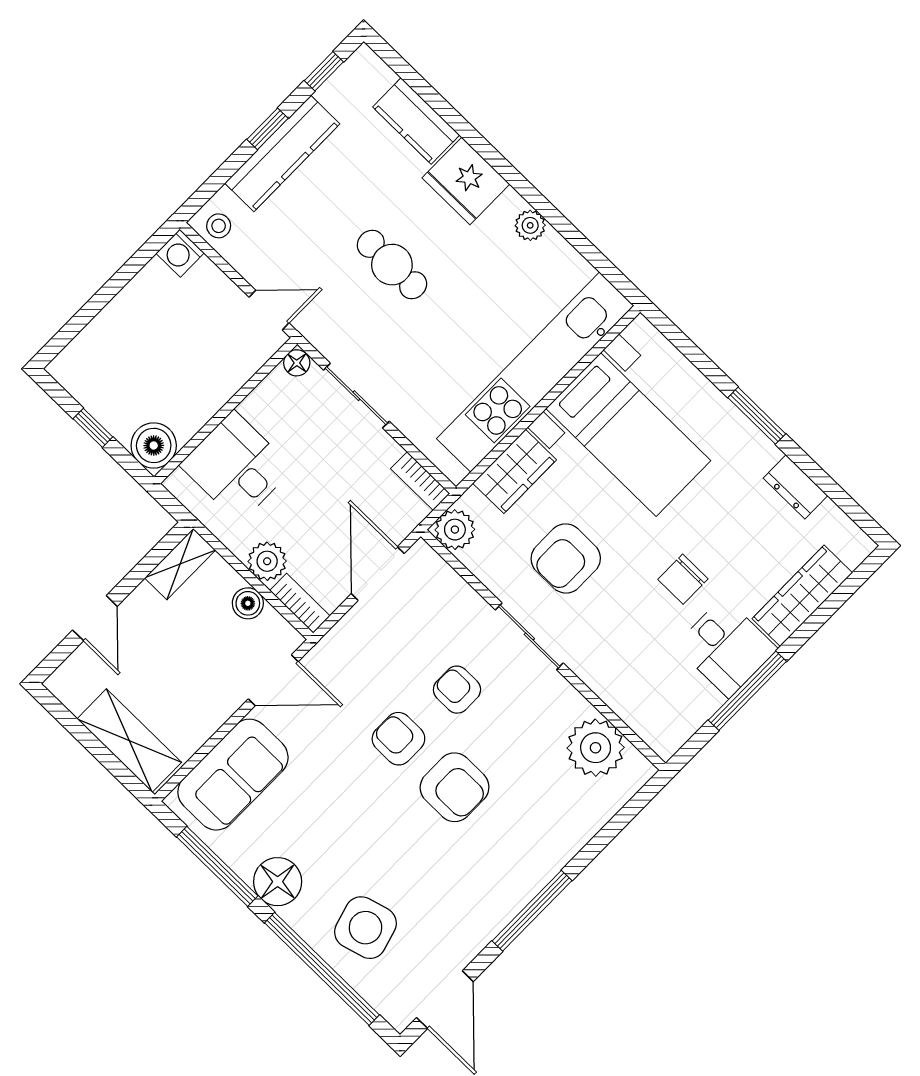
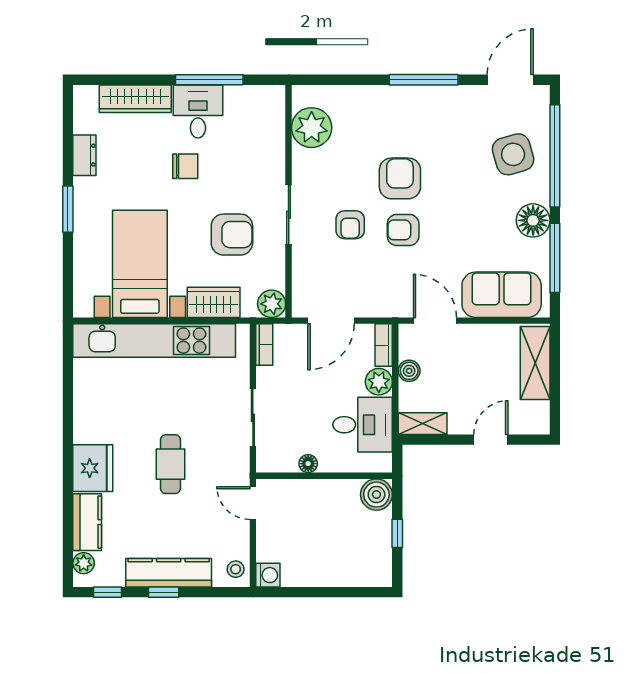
plant: (530, 225) -> (84, 563), moved
floor lamp: (297, 363) -> (308, 464), moved
desk: (236, 467) -> (363, 425), moved, turned -90
armchair: (398, 739) -> (403, 230), turned 90

